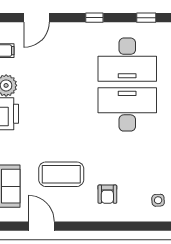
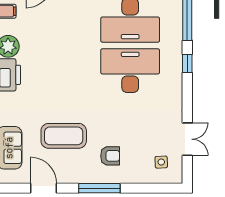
armchair: (107, 194) -> (110, 156), turned -90
window: (97, 226) -> (99, 188), added

